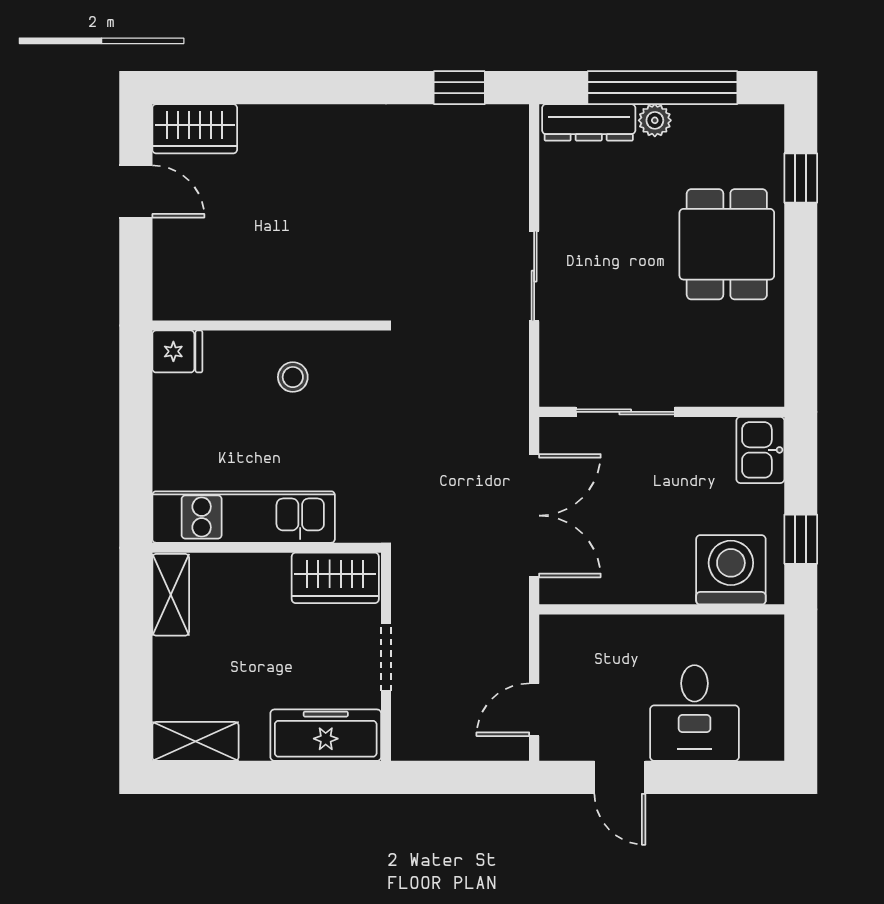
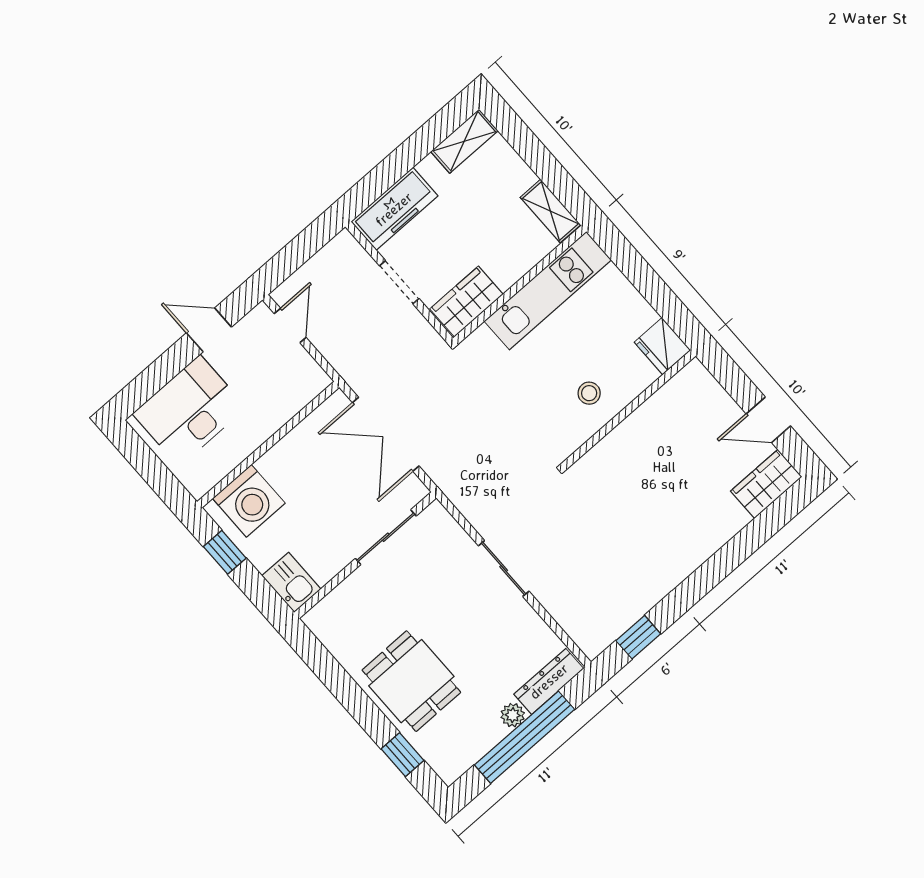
fridge: (177, 351) -> (662, 346), width x1.38
desk: (695, 713) -> (189, 411), width x1.37

